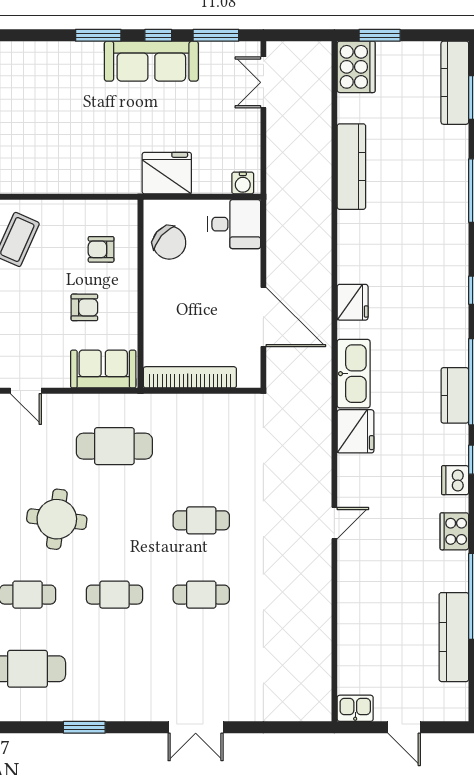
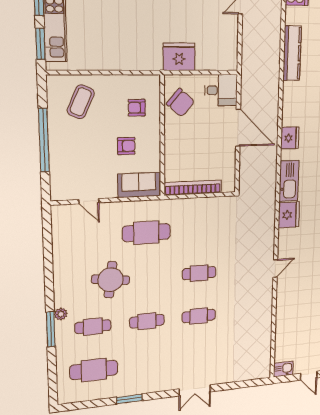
water cooler: (243, 183) -> (227, 64), removed
door: (263, 317) -> (238, 128), moved

